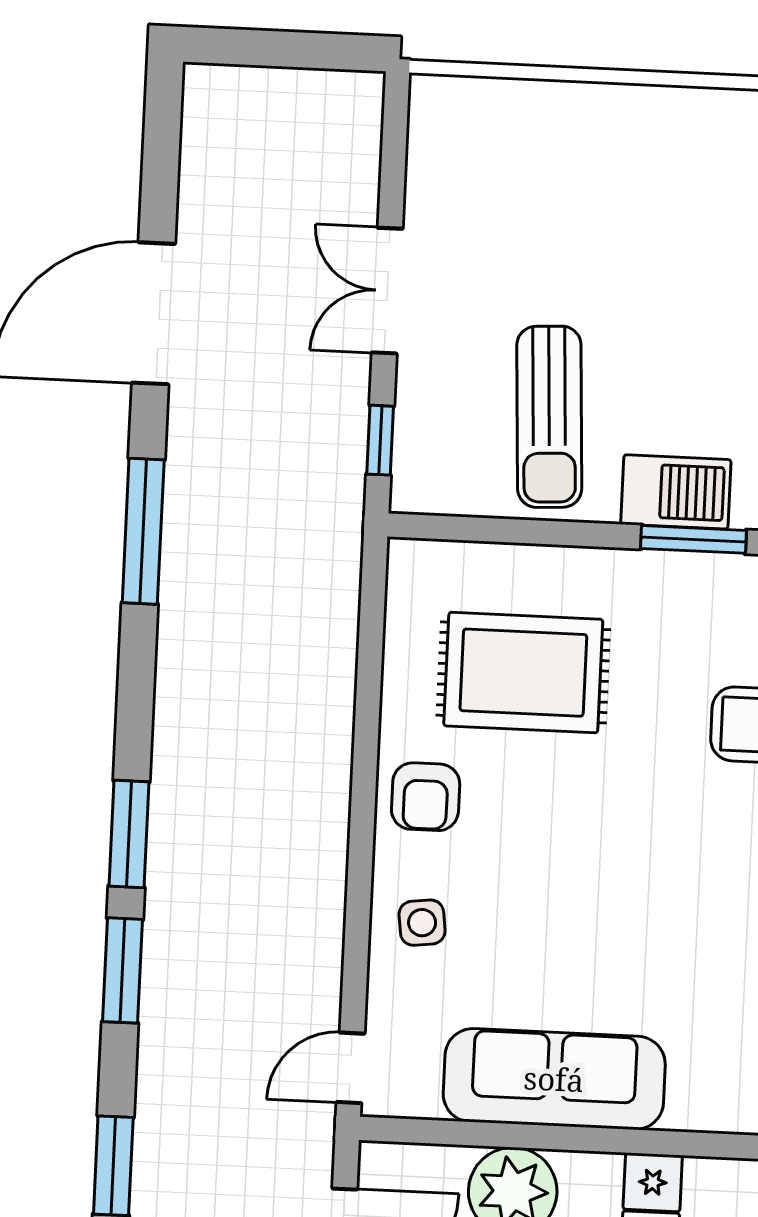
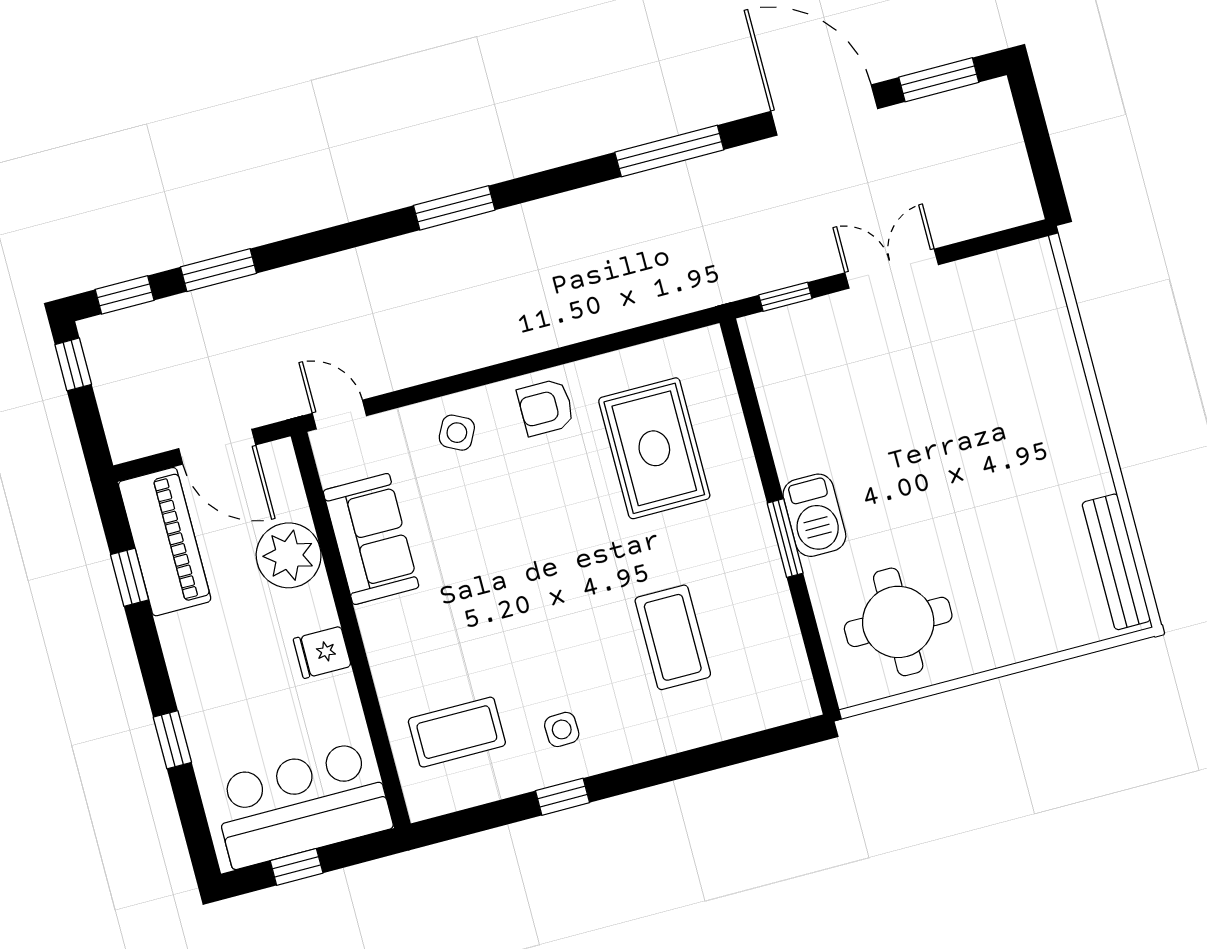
sun lounger: (549, 417) -> (839, 410), removed
side table: (422, 923) -> (457, 433), turned 34
window: (123, 970) -> (939, 80), moved
sofa: (554, 1079) -> (371, 539), width x0.73

